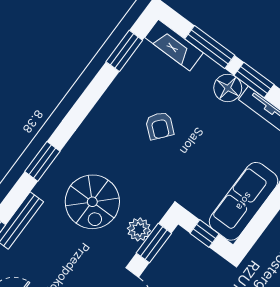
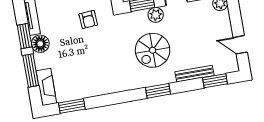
armchair: (160, 126) -> (88, 19), moved, turned 136
spiral stairs: (92, 202) -> (153, 50), turned 180
plant: (139, 229) -> (156, 15), moved

